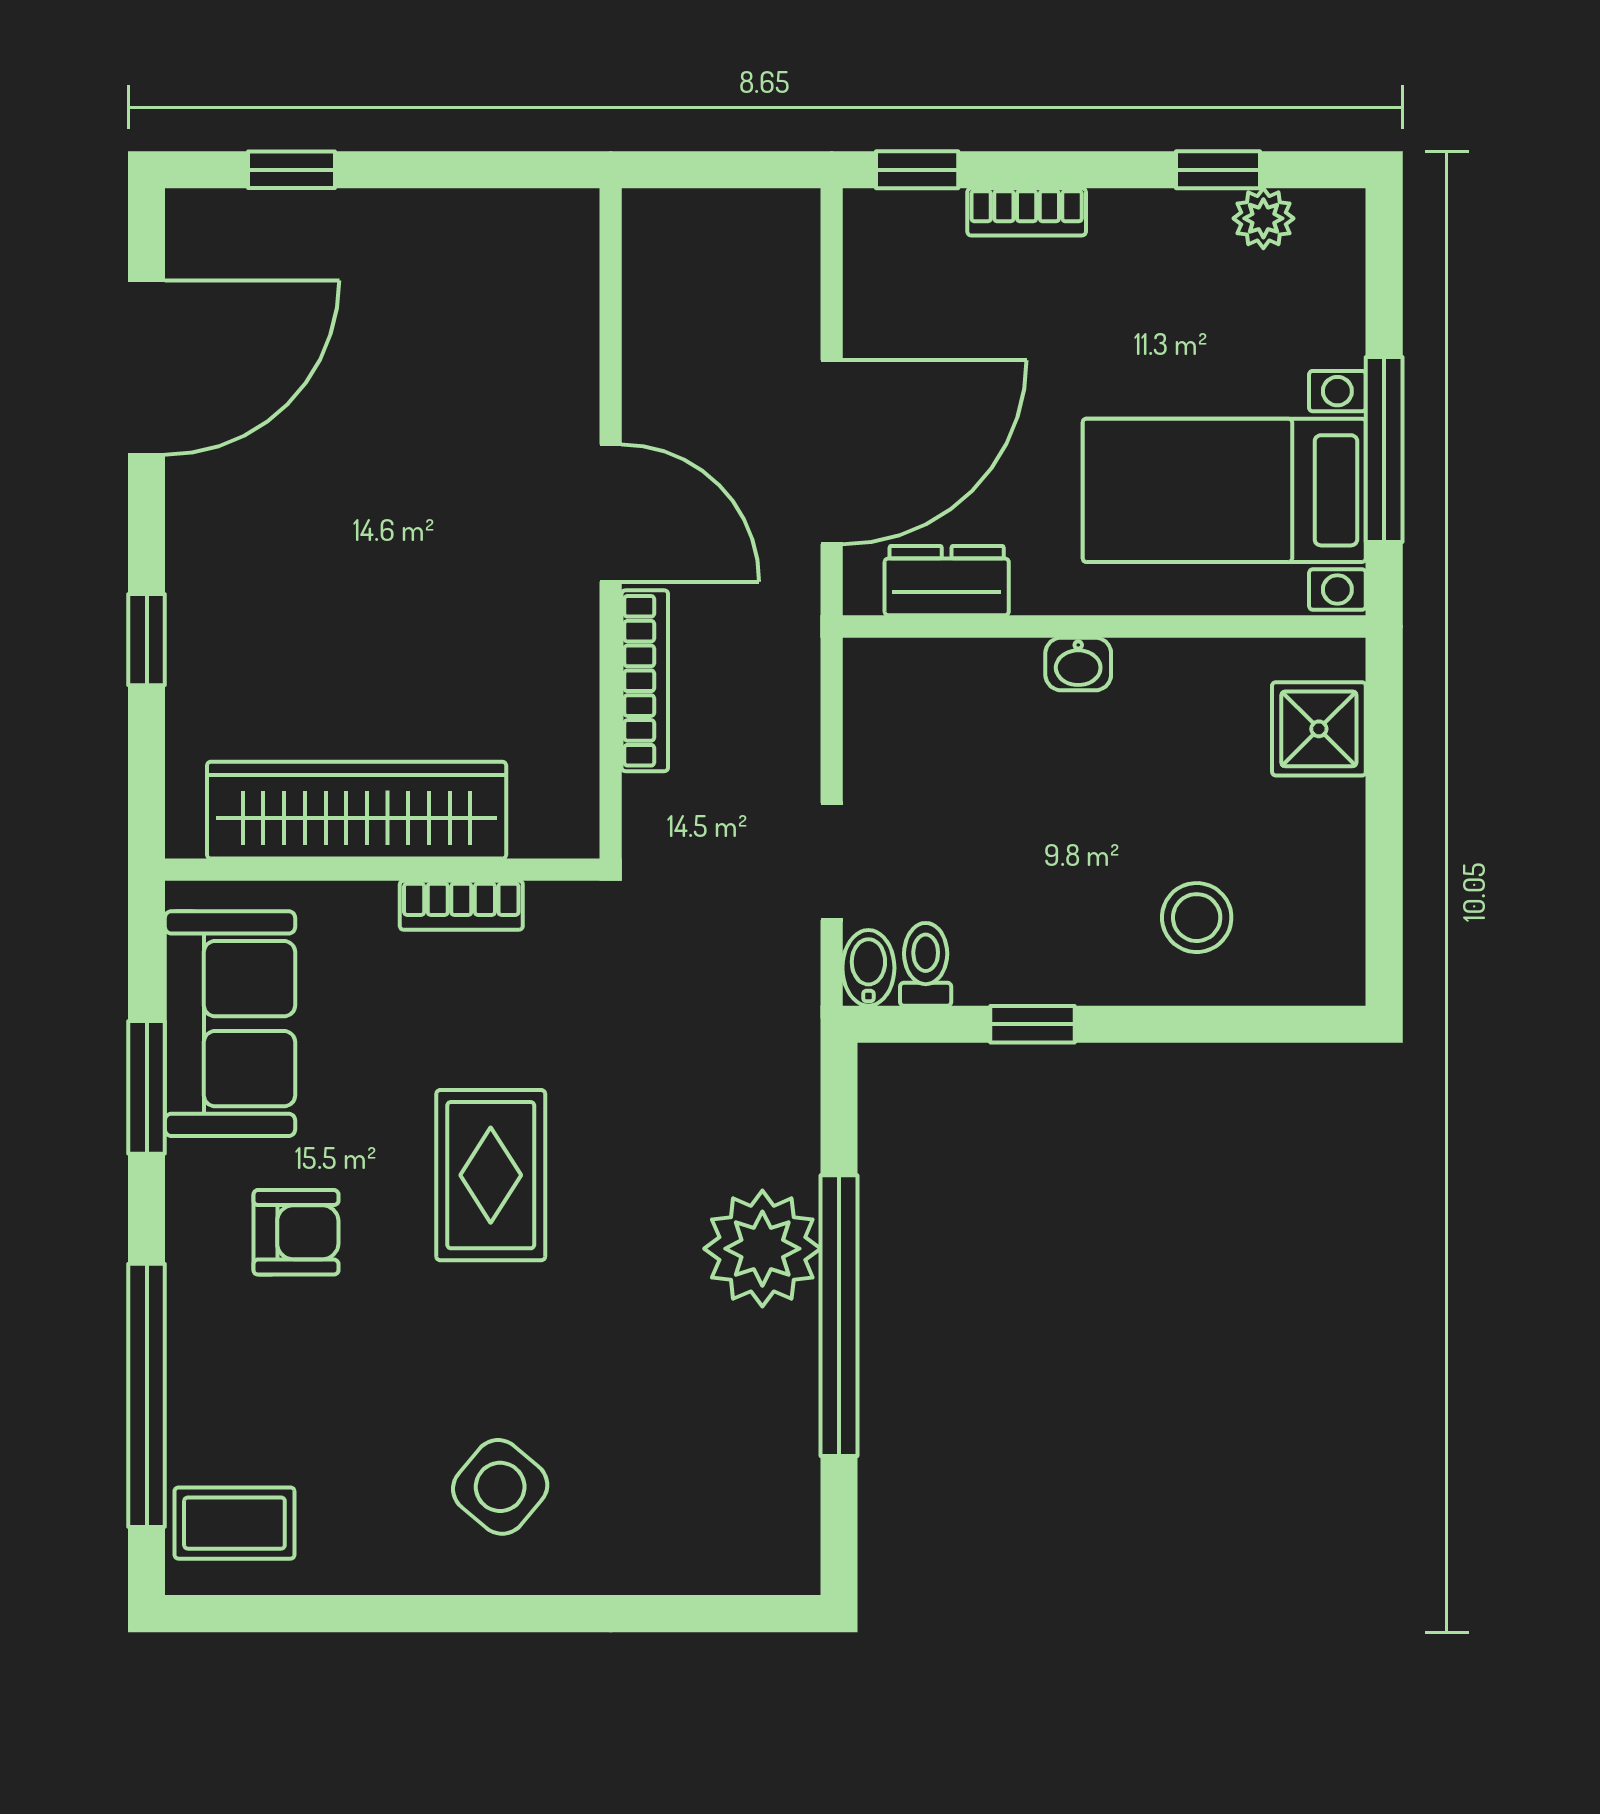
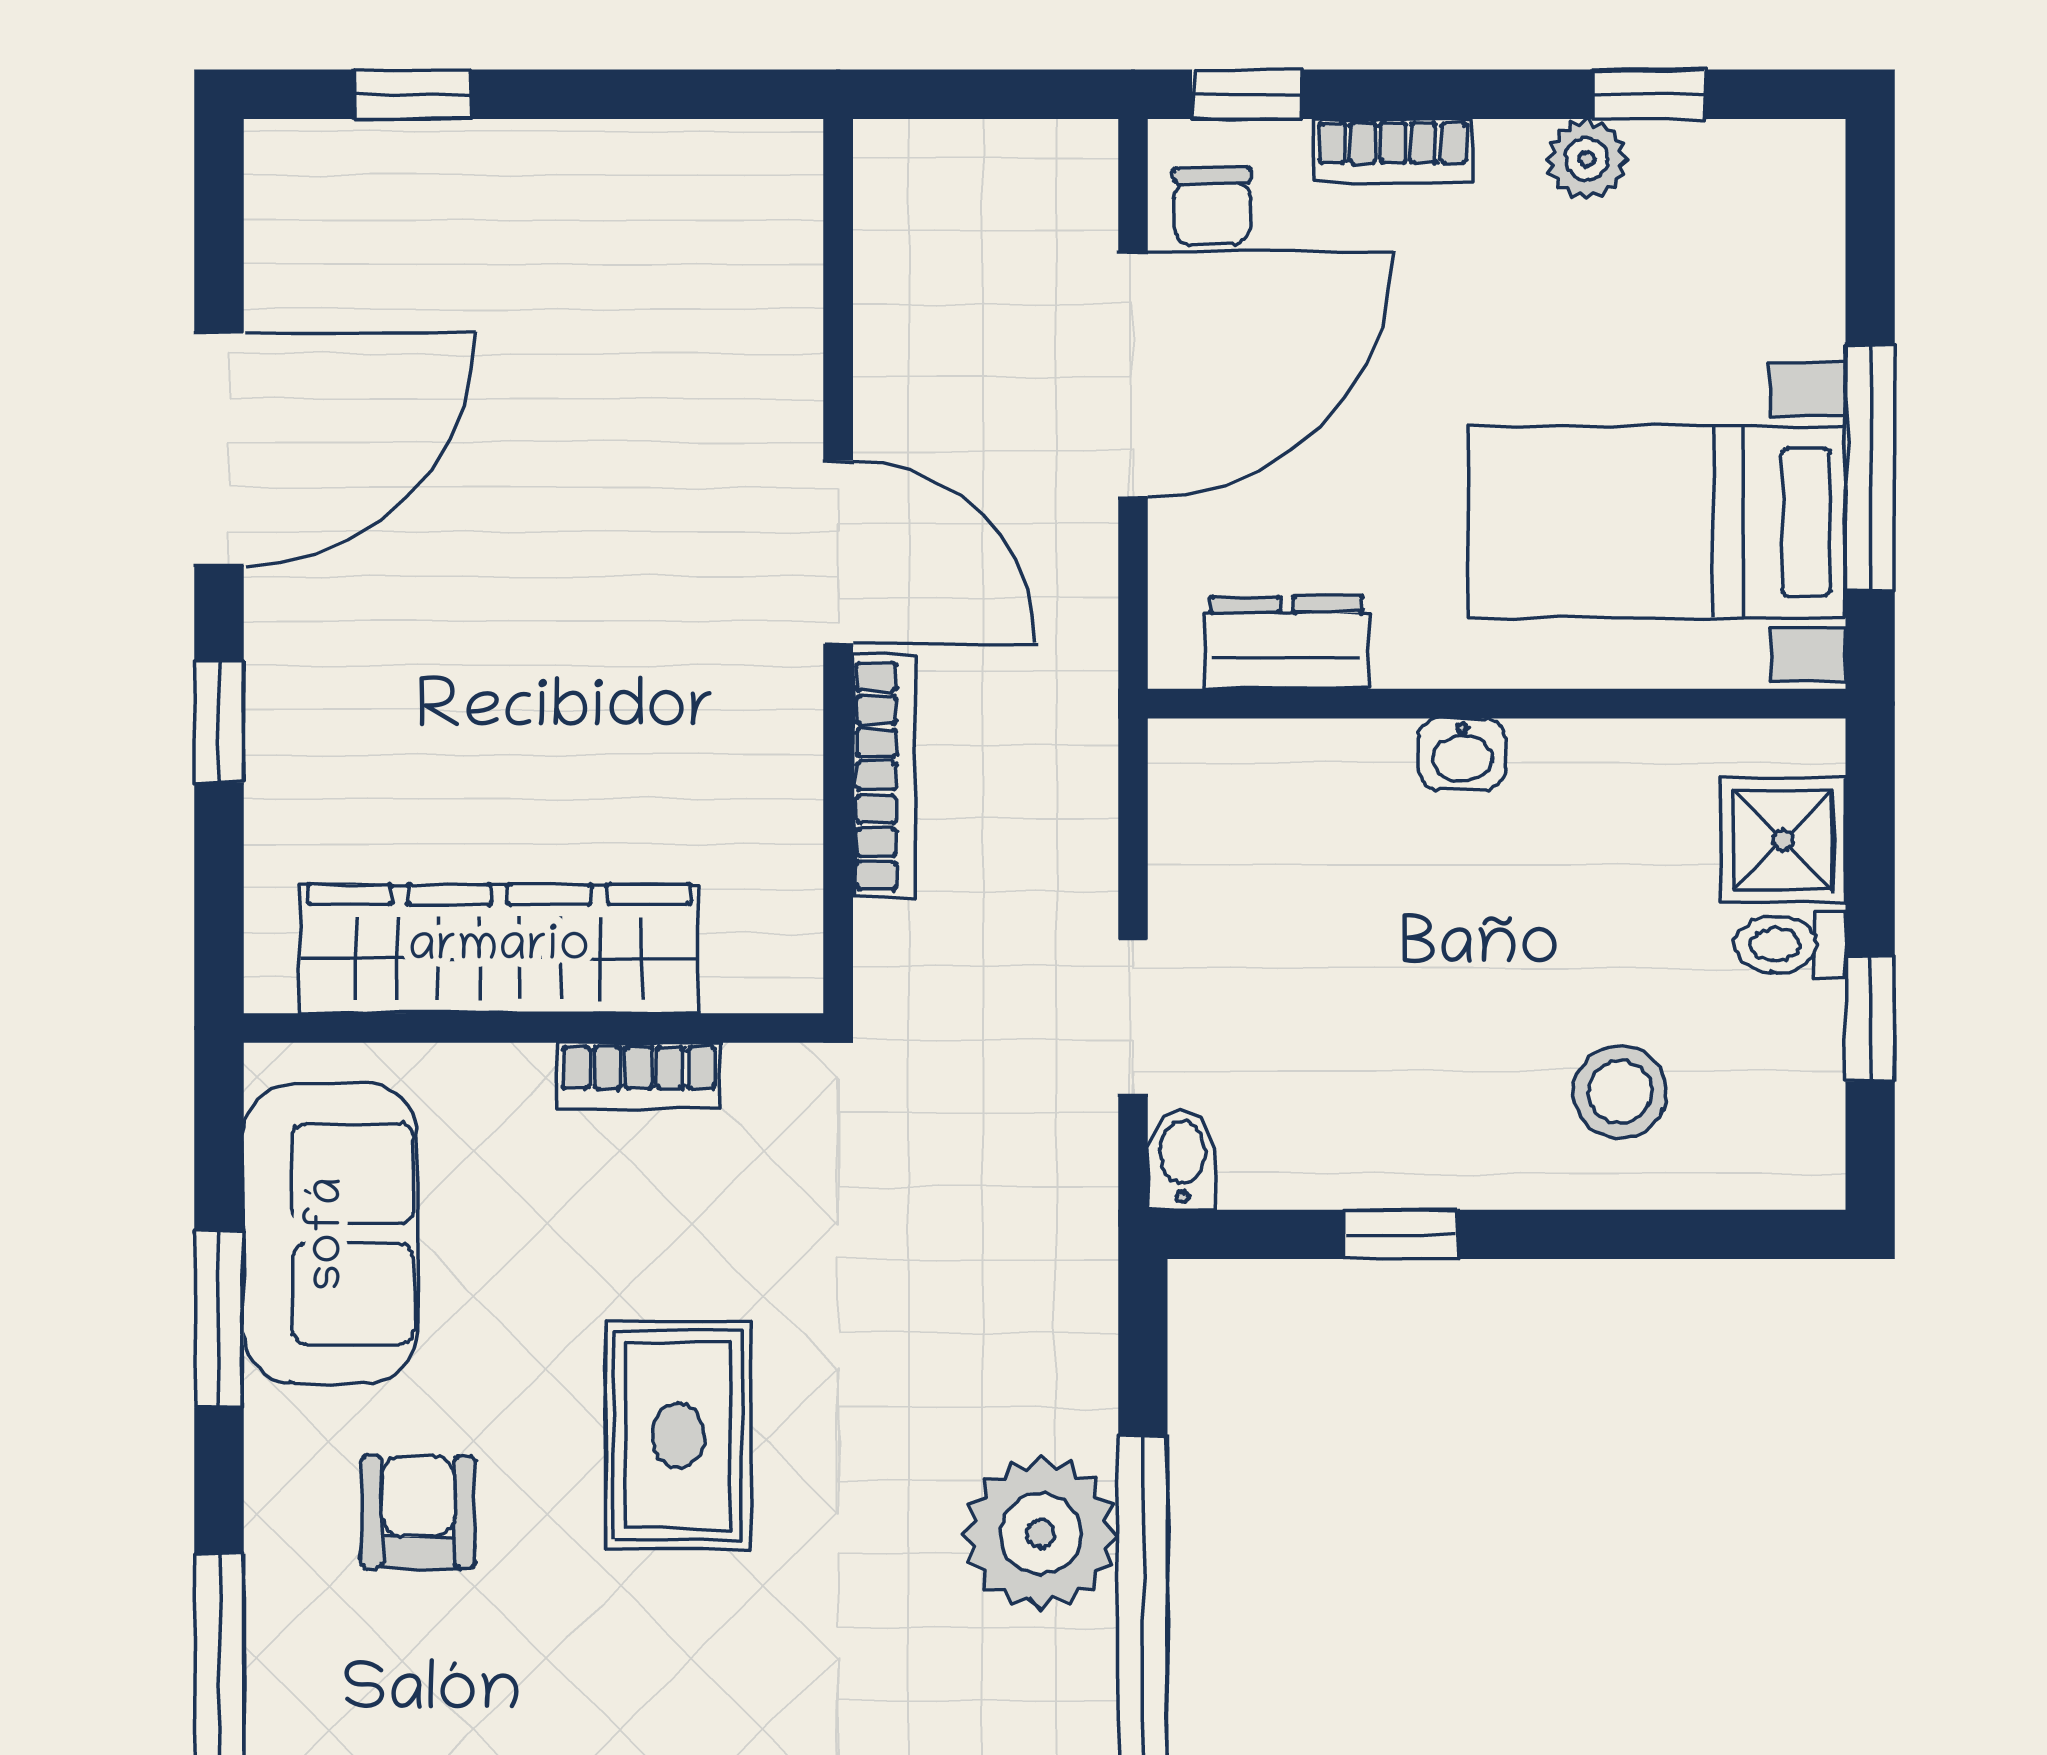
plant: (1263, 218) -> (1587, 159), moved
chair: (891, 254) -> (1212, 206), added
door: (147, 367) -> (219, 449), moved
door: (832, 452) -> (1133, 374), moved
window: (1384, 863) -> (1870, 1019), added
toilet: (926, 964) -> (1790, 945), moved, turned -90
armchair: (296, 1232) -> (418, 1512), turned -90

